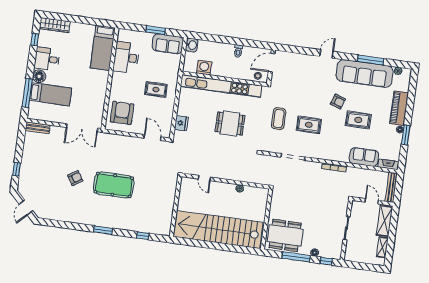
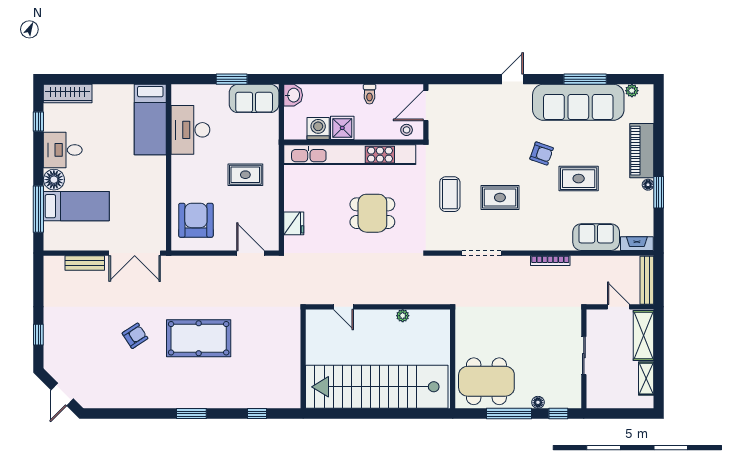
shower: (219, 69) -> (342, 128), added
bench: (38, 128) -> (85, 263), moved

